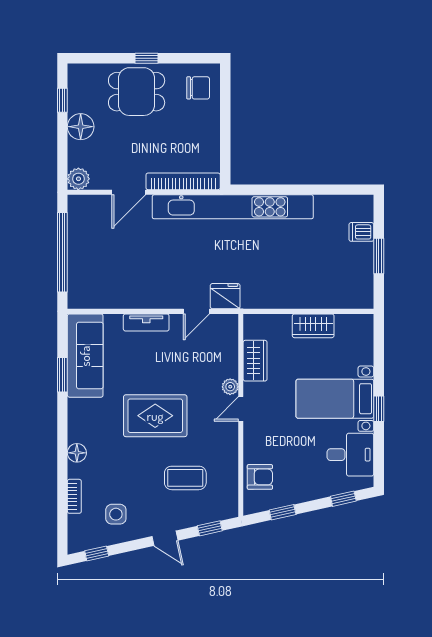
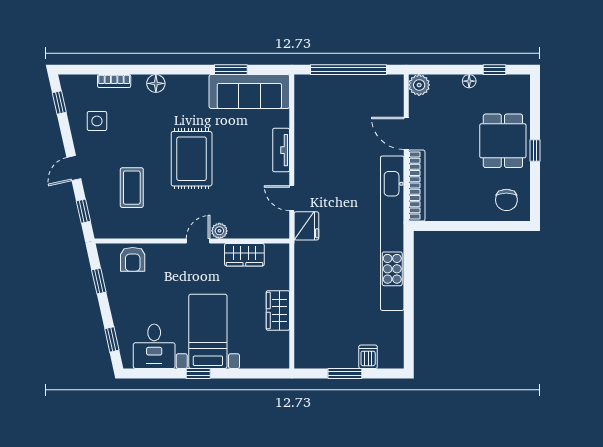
floor lamp: (81, 127) -> (469, 81), width x0.53, depth x0.53
door: (241, 409) -> (198, 241), hinge flipped

